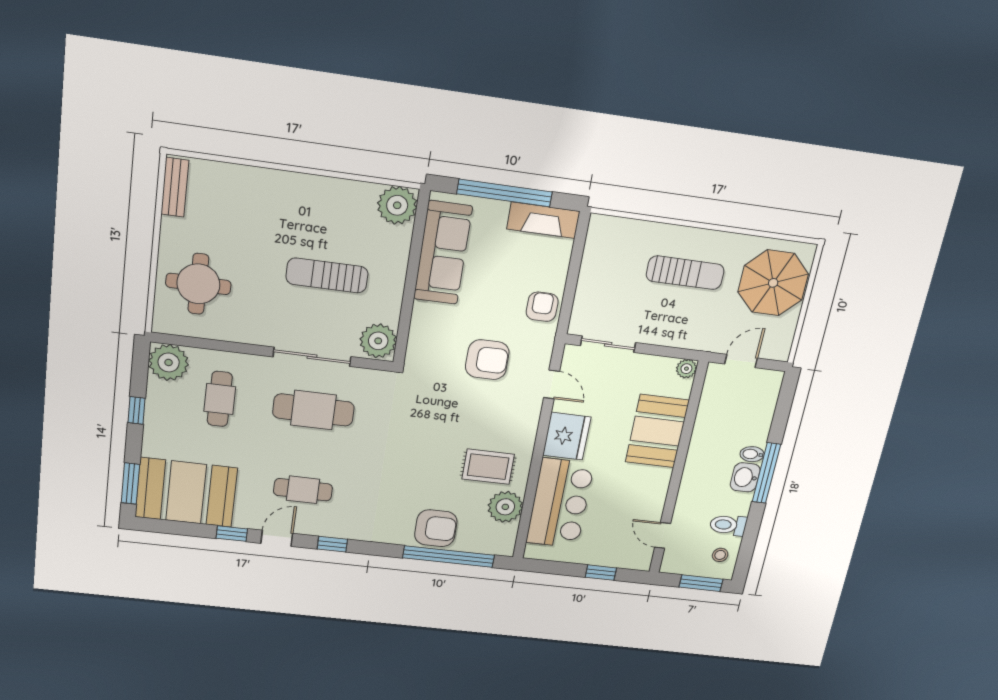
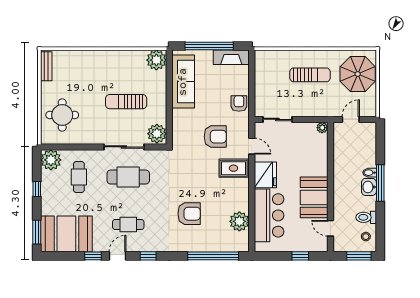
booth: (657, 431) -> (314, 197), moved
rug: (488, 467) -> (233, 168), moved
armchair: (436, 528) -> (189, 214), moved

